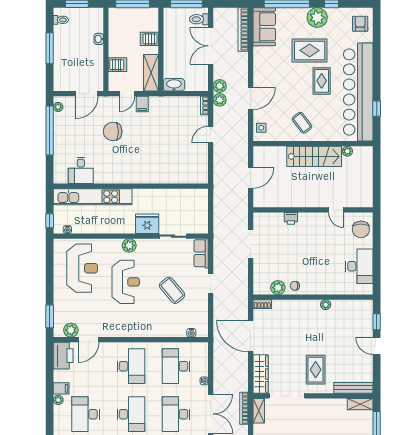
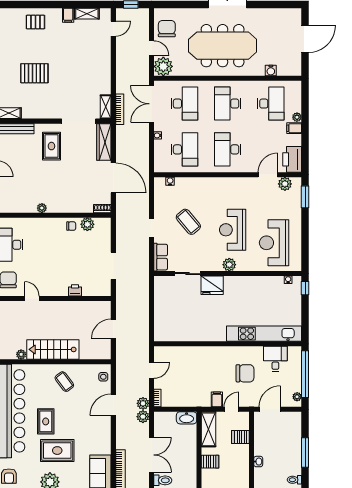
desk: (81, 170) -> (275, 359), moved
wall: (131, 186) -> (228, 344), moved
kitchen unit: (93, 197) -> (264, 334), moved

